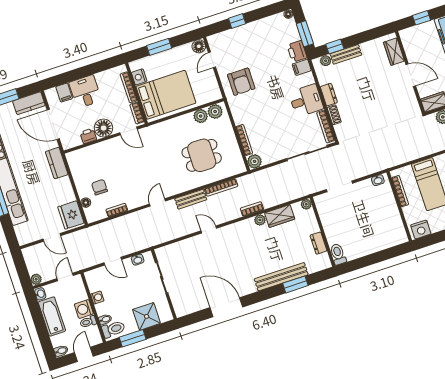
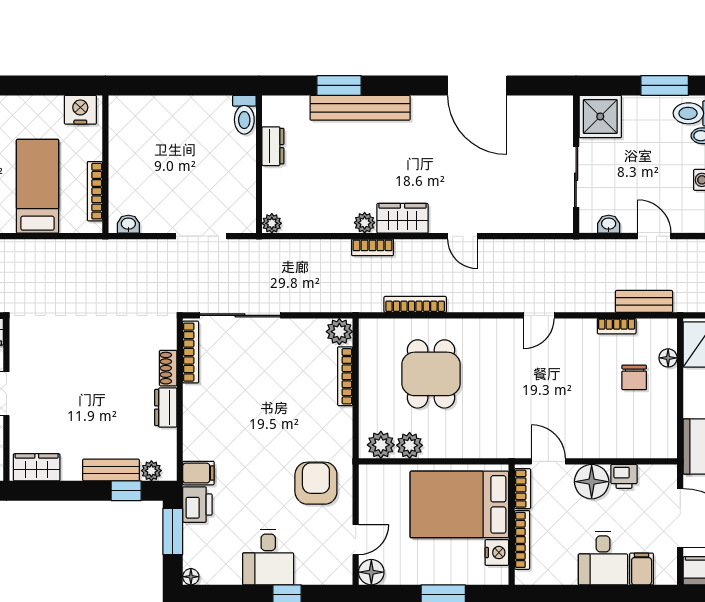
wardrobe: (394, 52) -> (37, 467), moved, turned -90
desk: (306, 101) -> (268, 557), moved, turned -90
dining table: (202, 155) -> (431, 374), turned 90
bench: (191, 199) -> (644, 301), moved
wardrobe: (280, 216) -> (402, 218), moved
shower: (147, 316) -> (600, 116), moved

